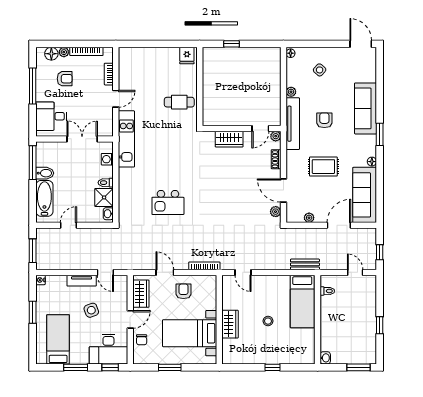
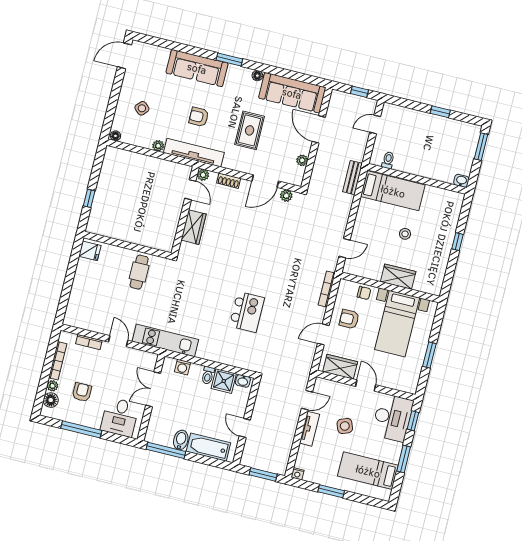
chair: (142, 340) -> (364, 293), moved

